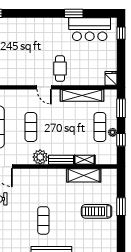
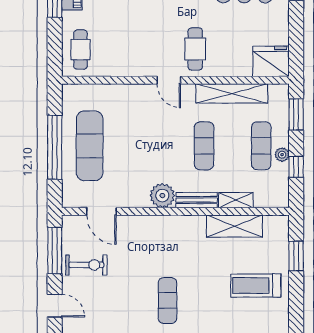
fridge: (111, 78) -> (271, 61), width x1.88, depth x1.34
exercise mat: (31, 127) -> (204, 146), moved
window: (121, 207) -> (296, 256), moved

